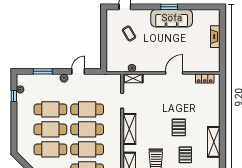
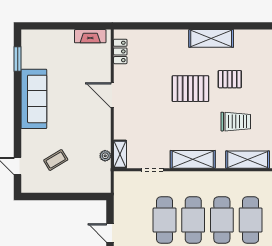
window: (169, 7) -> (18, 59), moved
fireplace: (215, 37) -> (90, 36), moved
pallet: (179, 127) -> (190, 89), width x1.50, depth x1.42

